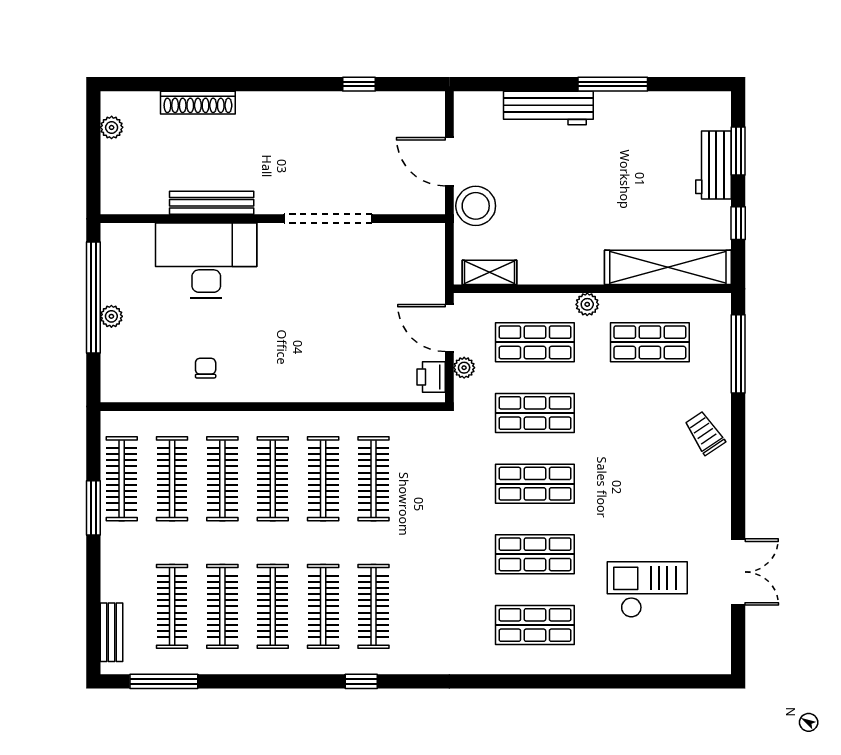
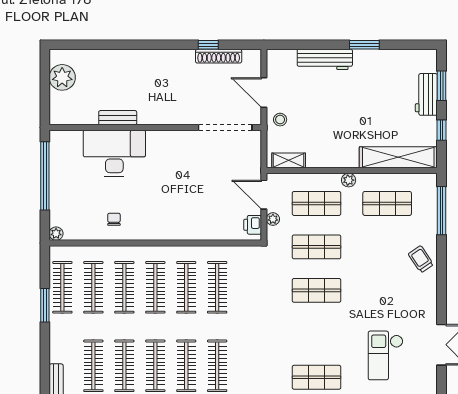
window: (613, 84) -> (364, 45), width x0.69
shoe rack: (198, 103) -> (219, 56), moved
plant: (112, 127) -> (62, 77), width x1.87, depth x1.87
bench: (212, 203) -> (118, 118), width x0.73
stool: (476, 206) -> (280, 120), width x0.53, depth x0.53
doorway: (328, 219) -> (225, 127), moved
plant: (111, 316) -> (56, 234), moved
shop shelf: (535, 554) -> (316, 334), removed
checkout: (647, 590) -> (386, 355), turned -90

